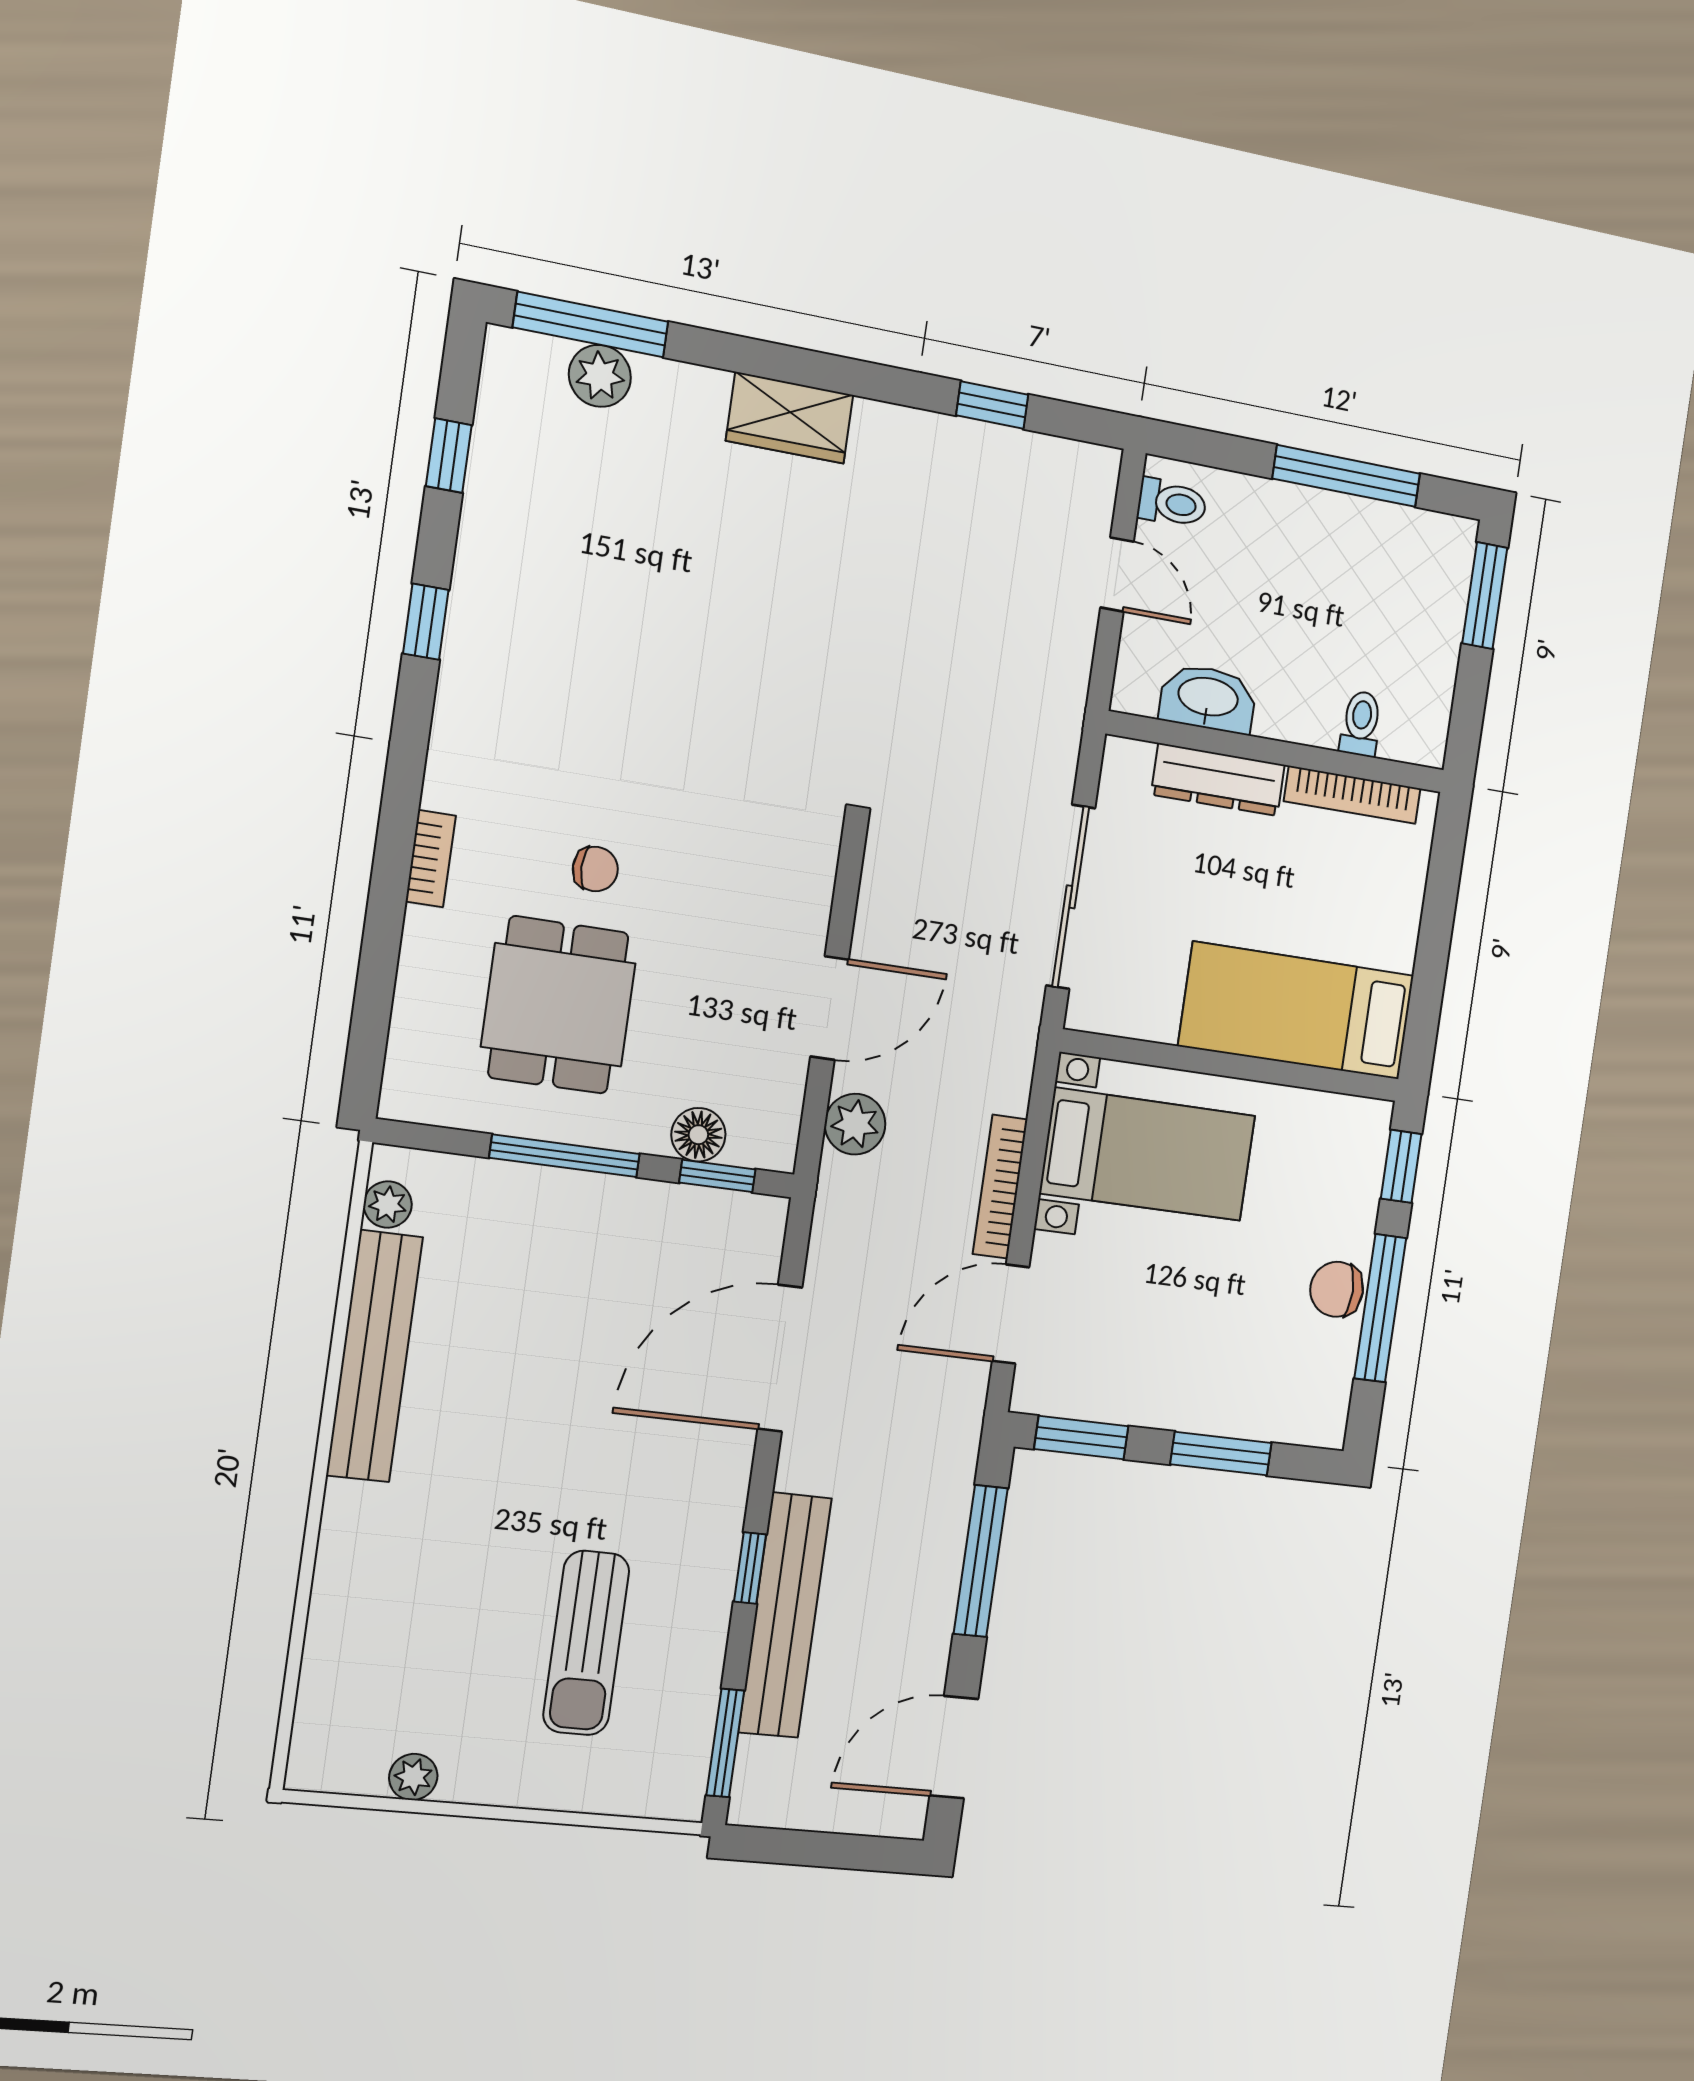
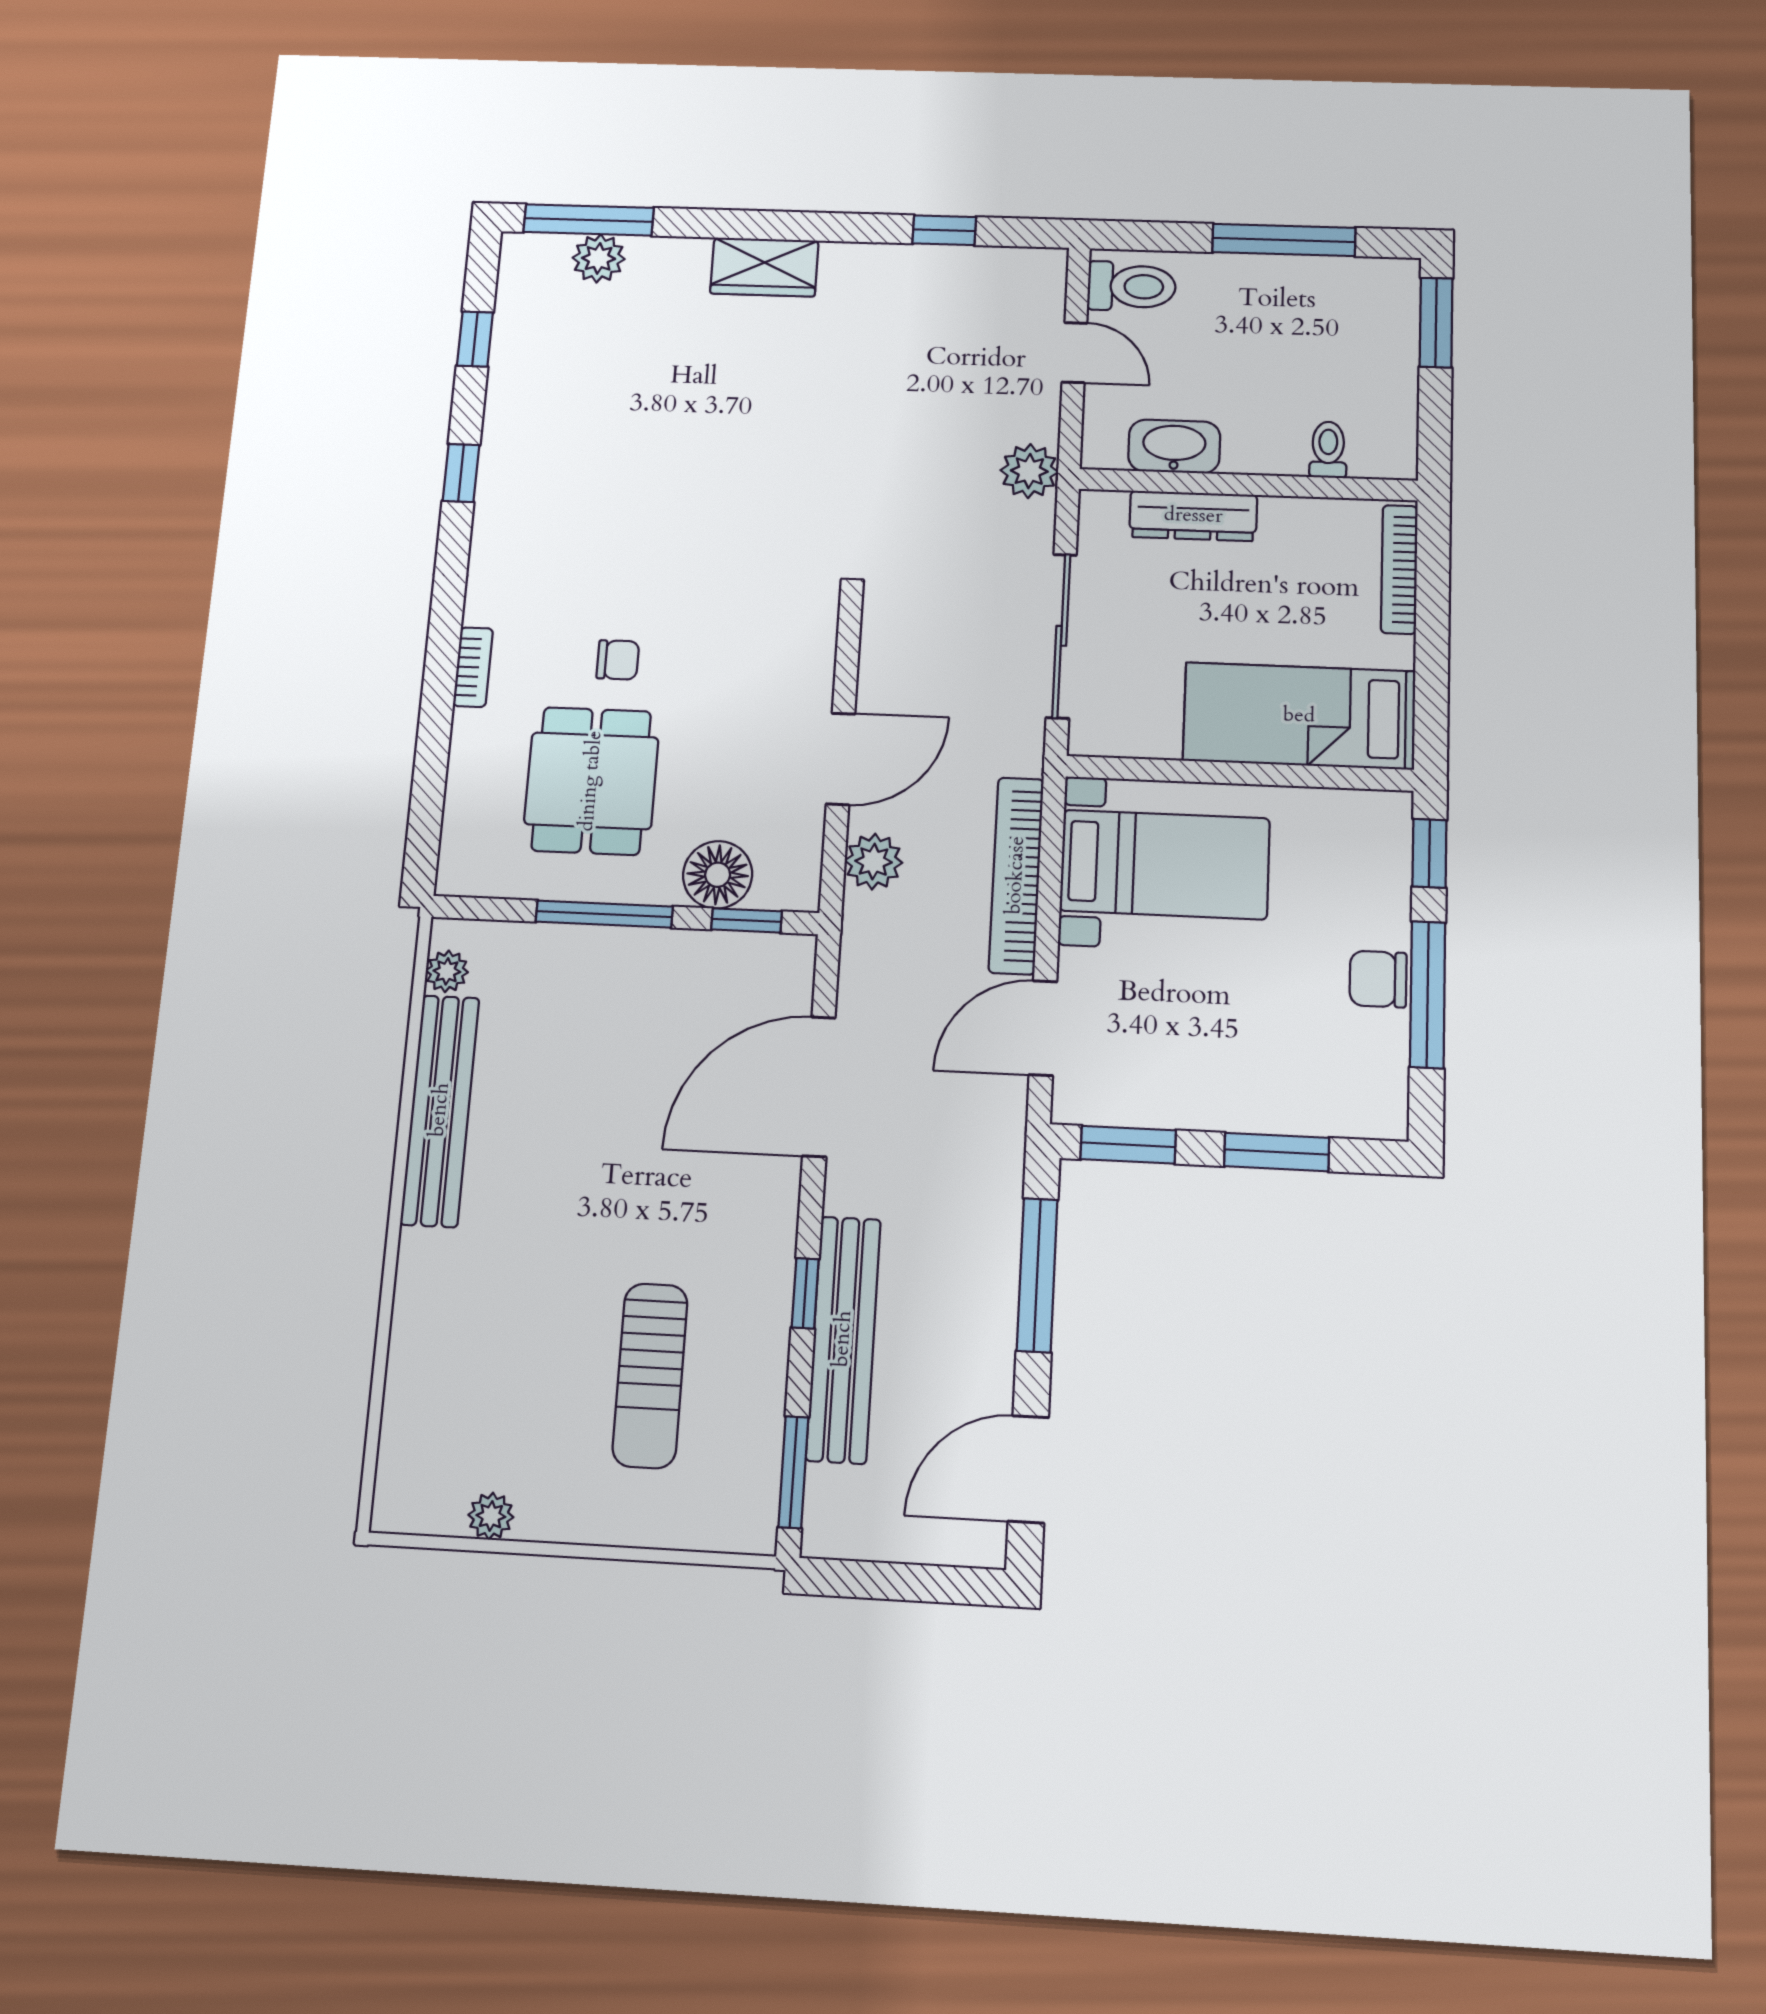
toilet: (1172, 503) -> (1132, 286), width x1.37, depth x1.39
plant: (1056, 706) -> (1029, 471), added
bookcase: (1352, 795) -> (1399, 569), moved, turned 90
floor lamp: (698, 1135) -> (718, 875), width x1.38, depth x1.38
bookcase: (1000, 1187) -> (1016, 875), width x1.48, depth x1.31

